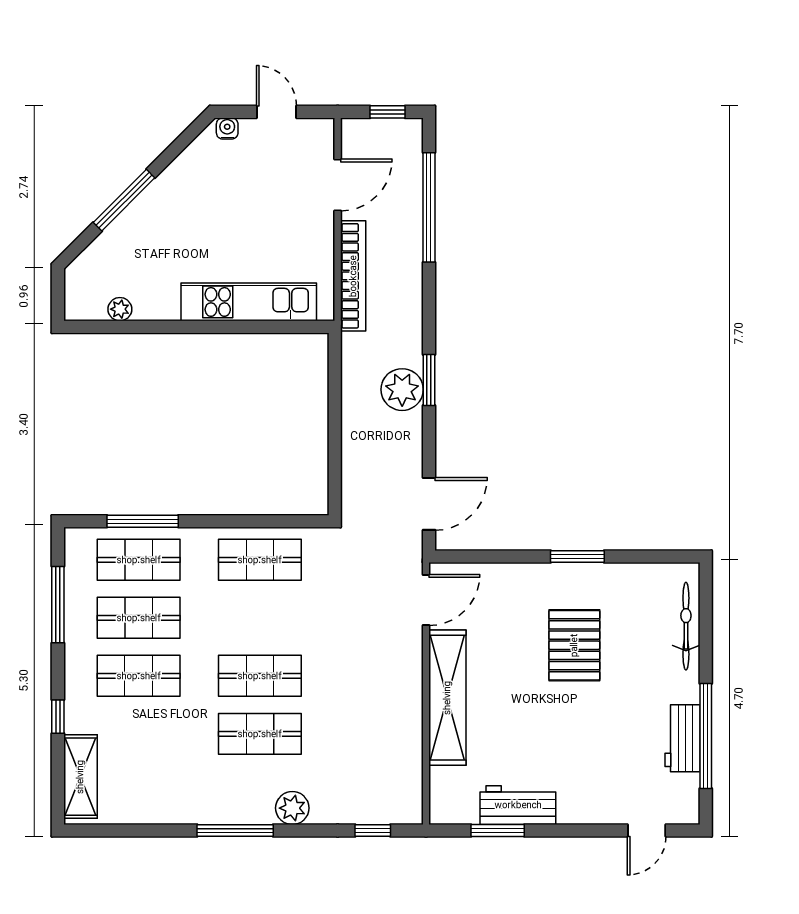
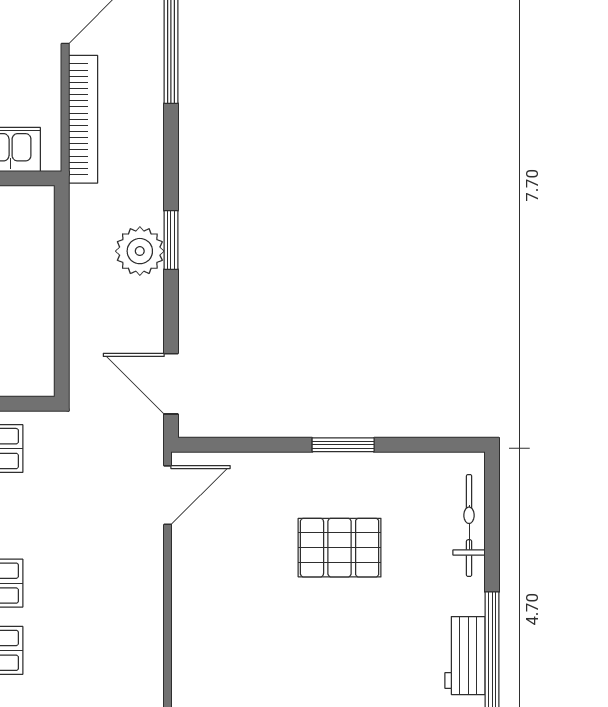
door: (429, 504) -> (171, 384), swing flipped
pallet: (574, 645) -> (340, 548), turned 90
shelving: (447, 698) -> (192, 608), removed

